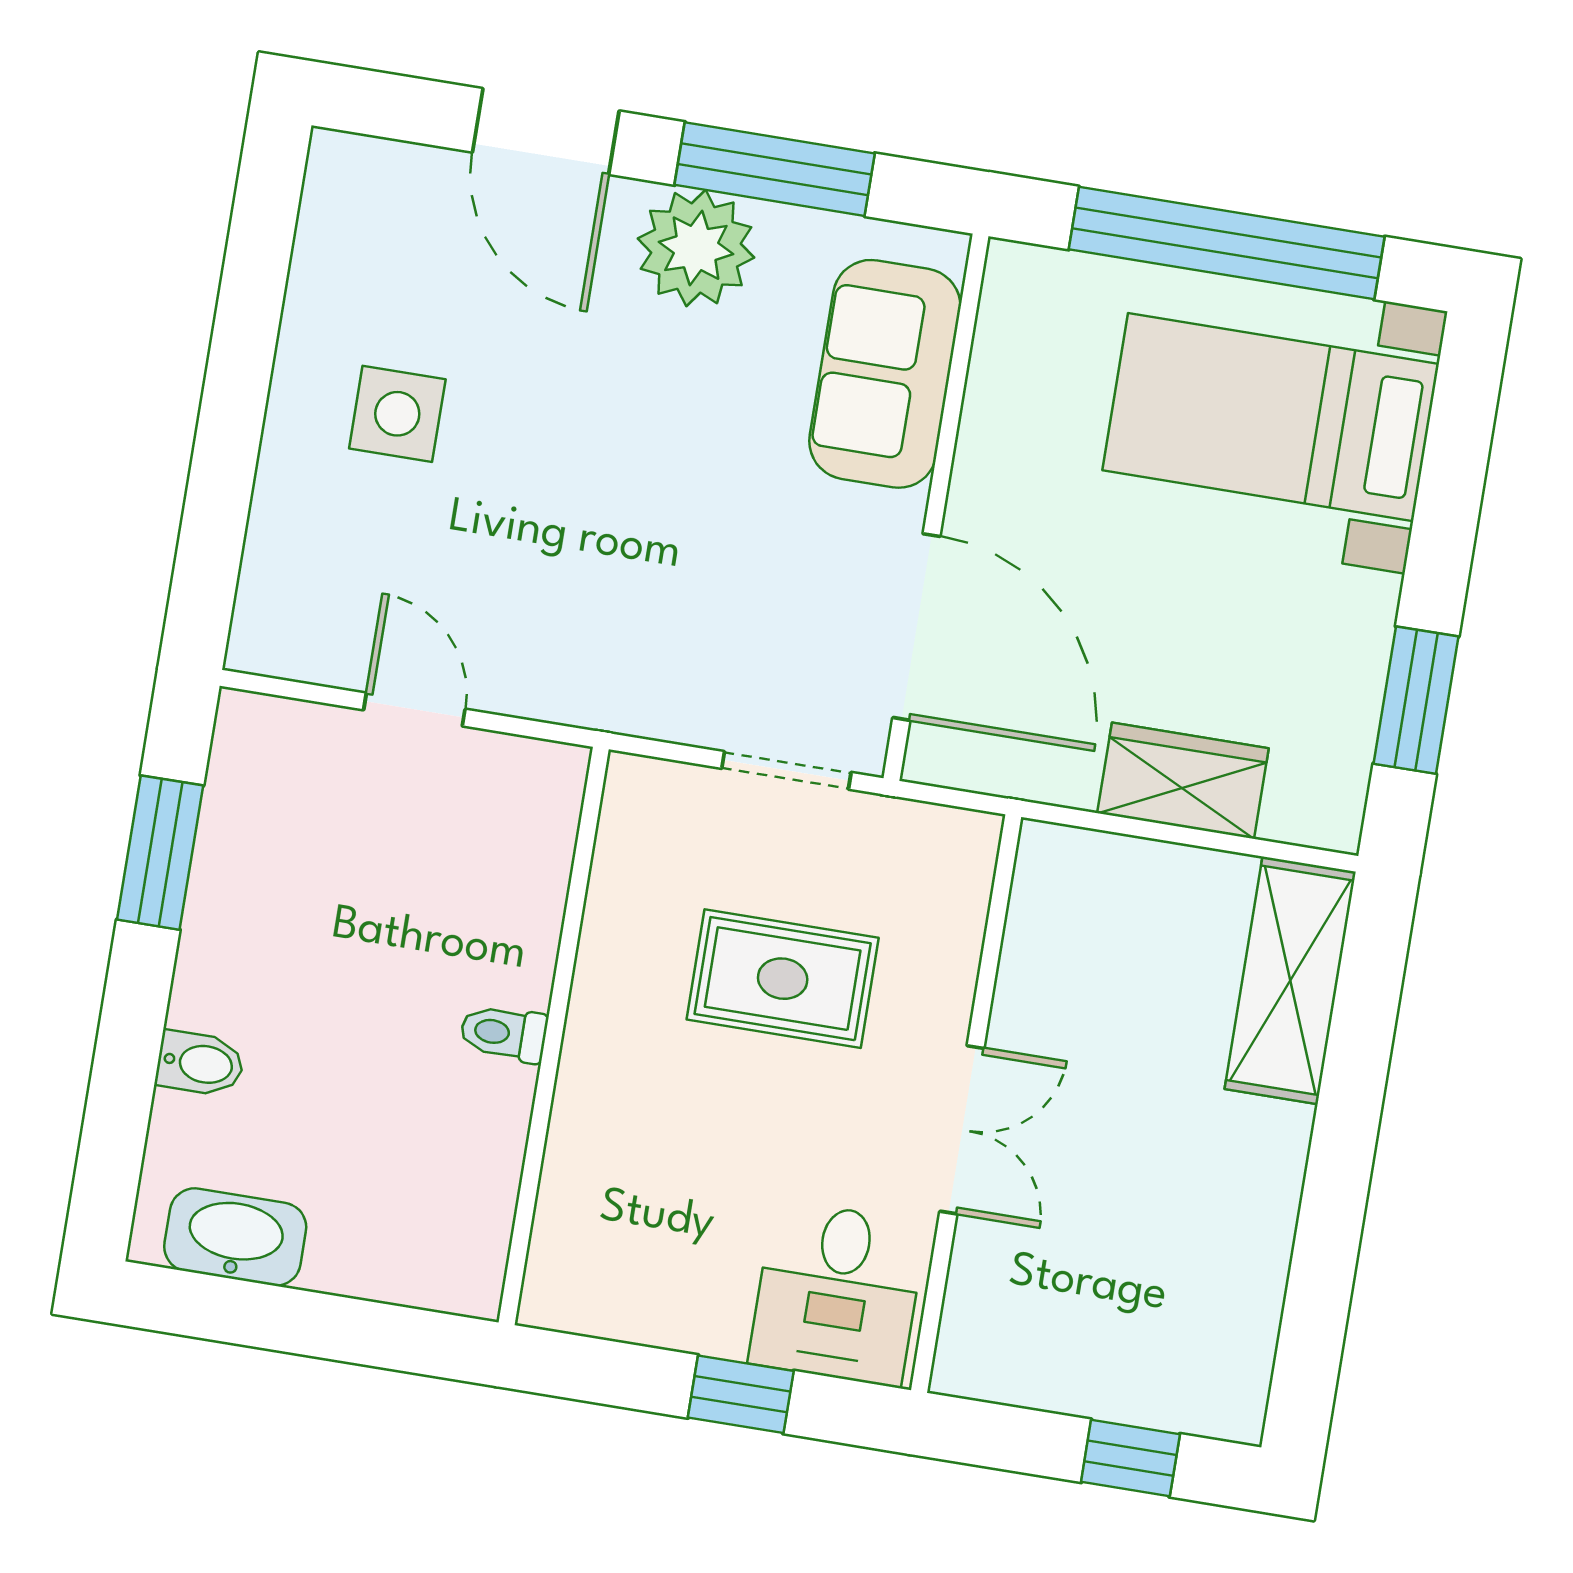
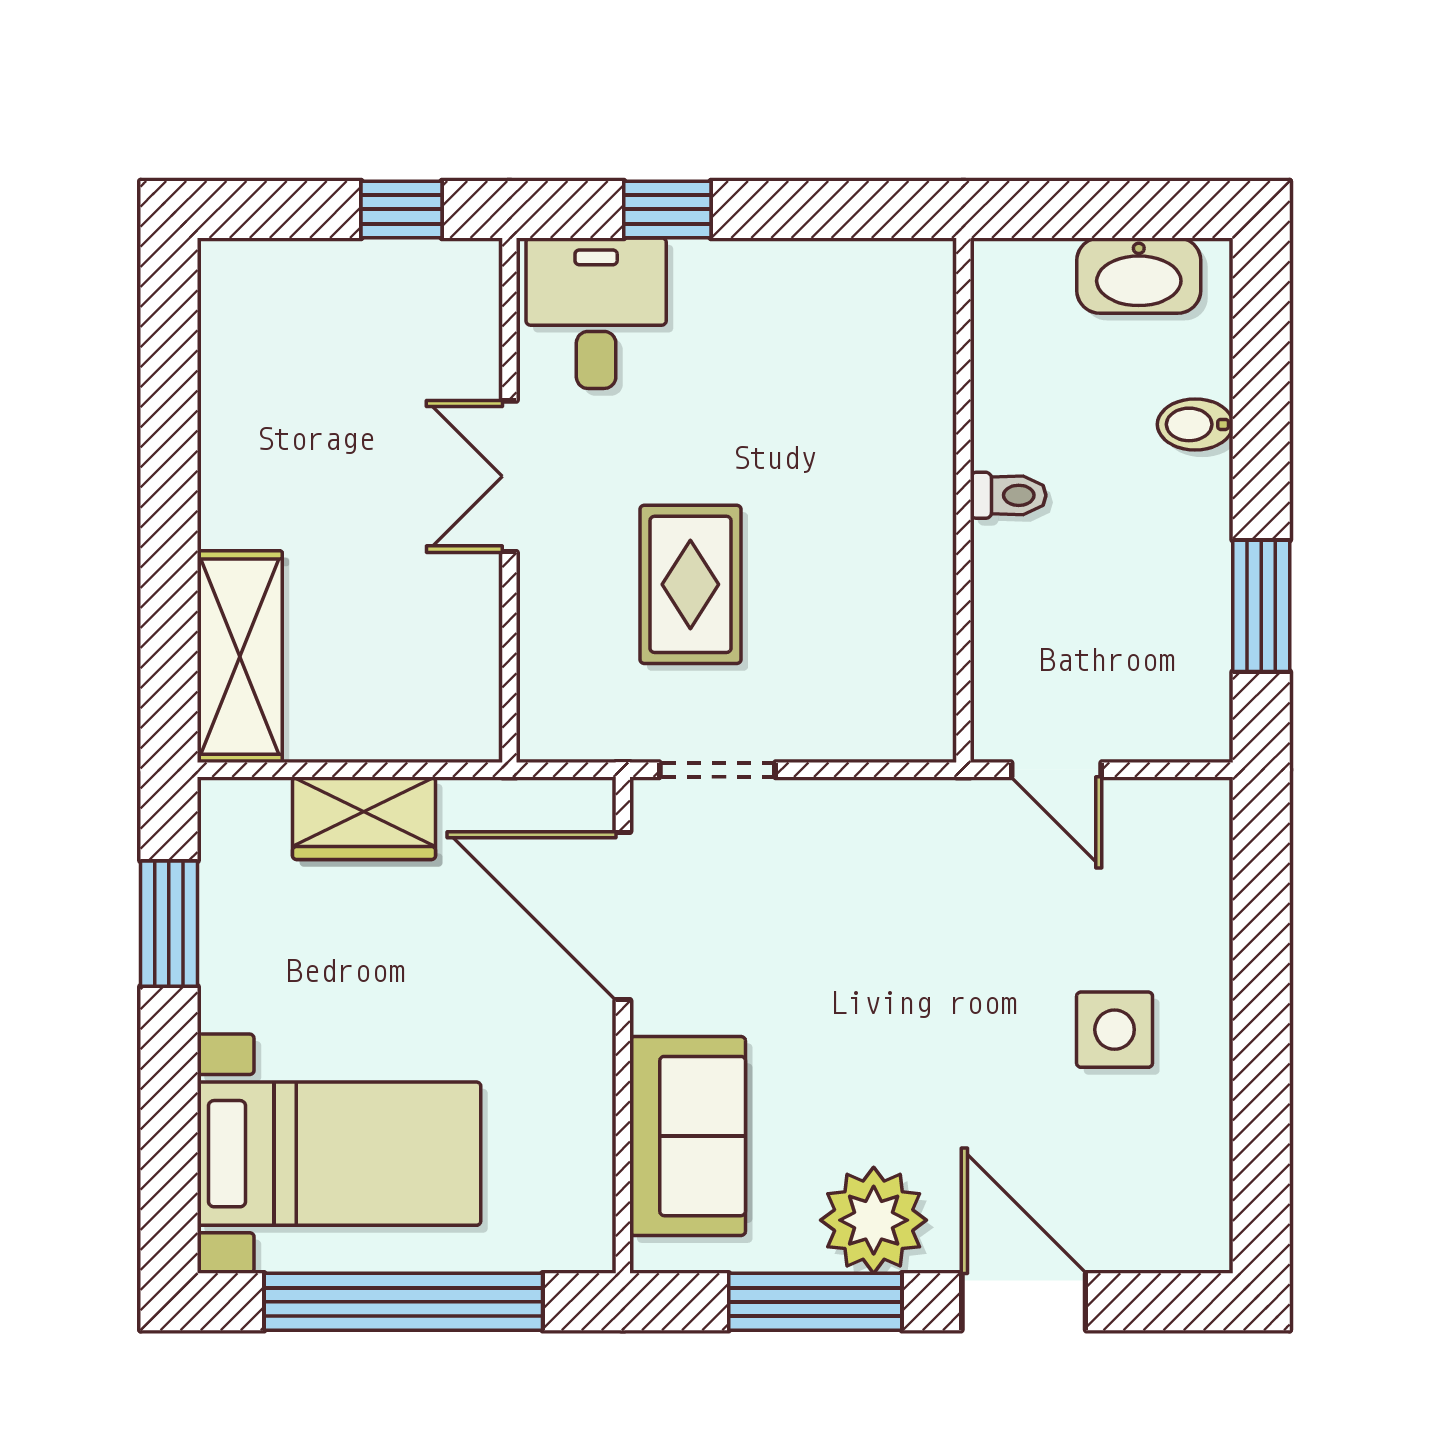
rug: (783, 979) -> (690, 584), turned 90
toilet: (504, 1033) -> (1008, 495), moved
wall: (554, 1036) -> (963, 500), moved
window: (1130, 1458) -> (401, 209), moved

